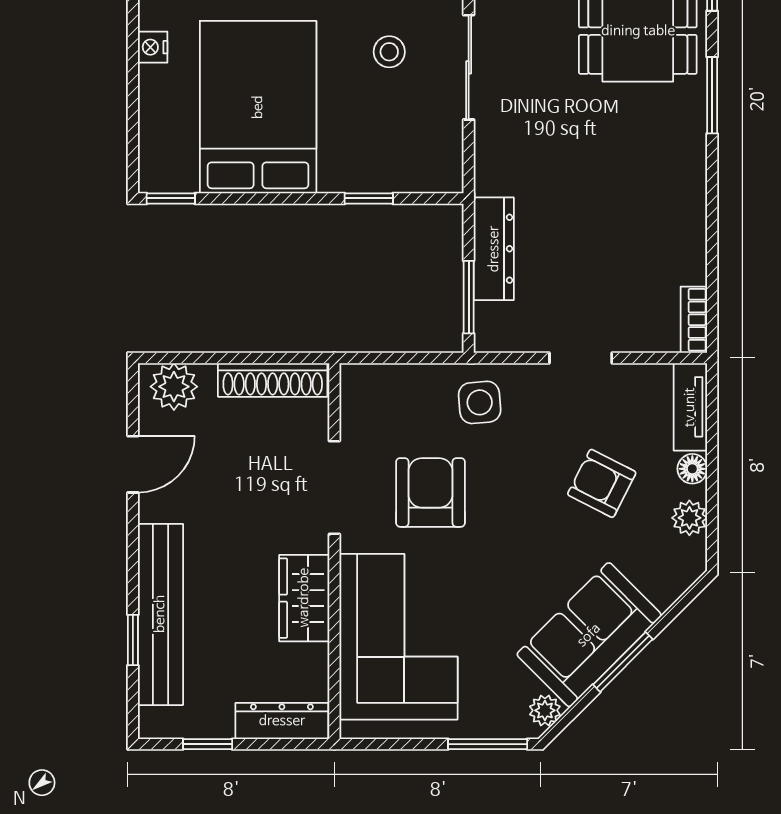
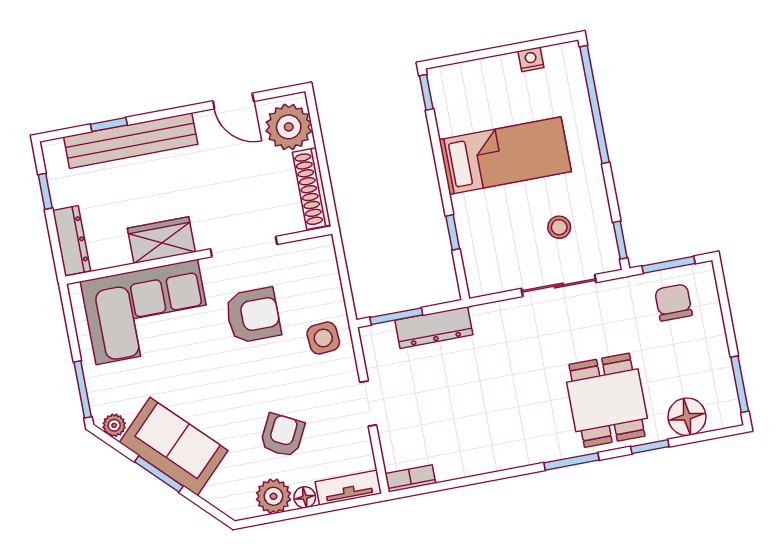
bed: (258, 107) -> (505, 156), width x0.67
plant: (174, 387) -> (289, 127), width x1.36, depth x1.36
plant: (689, 518) -> (273, 496), width x1.38, depth x1.38

